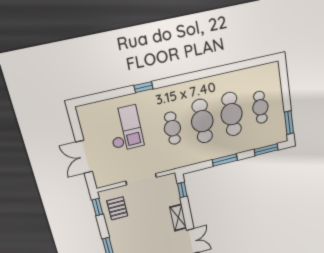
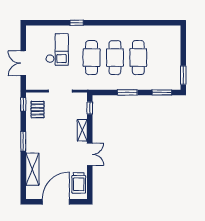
cafe table: (260, 107) -> (162, 58), removed
cafe table: (172, 128) -> (92, 58), width x1.37, depth x1.35

